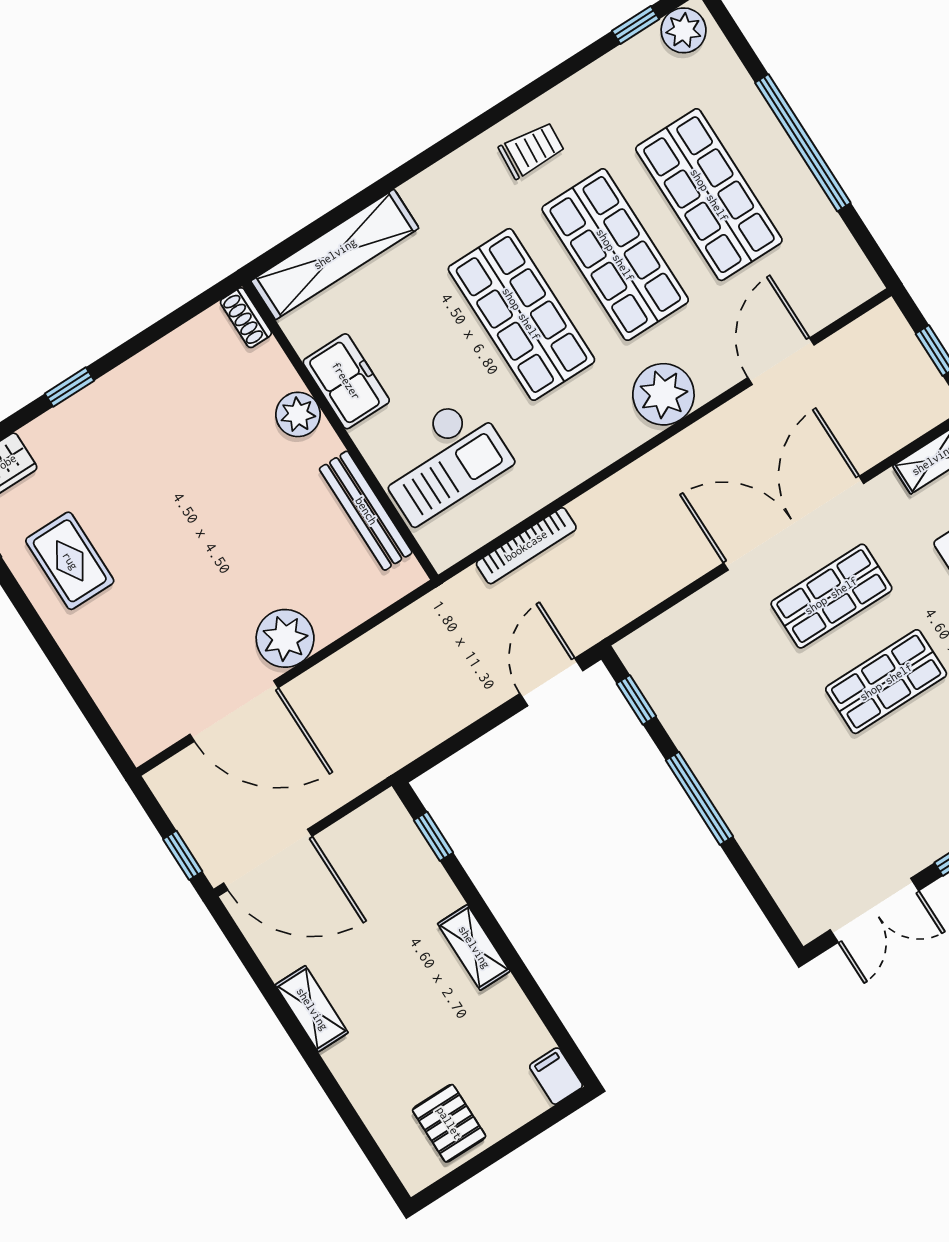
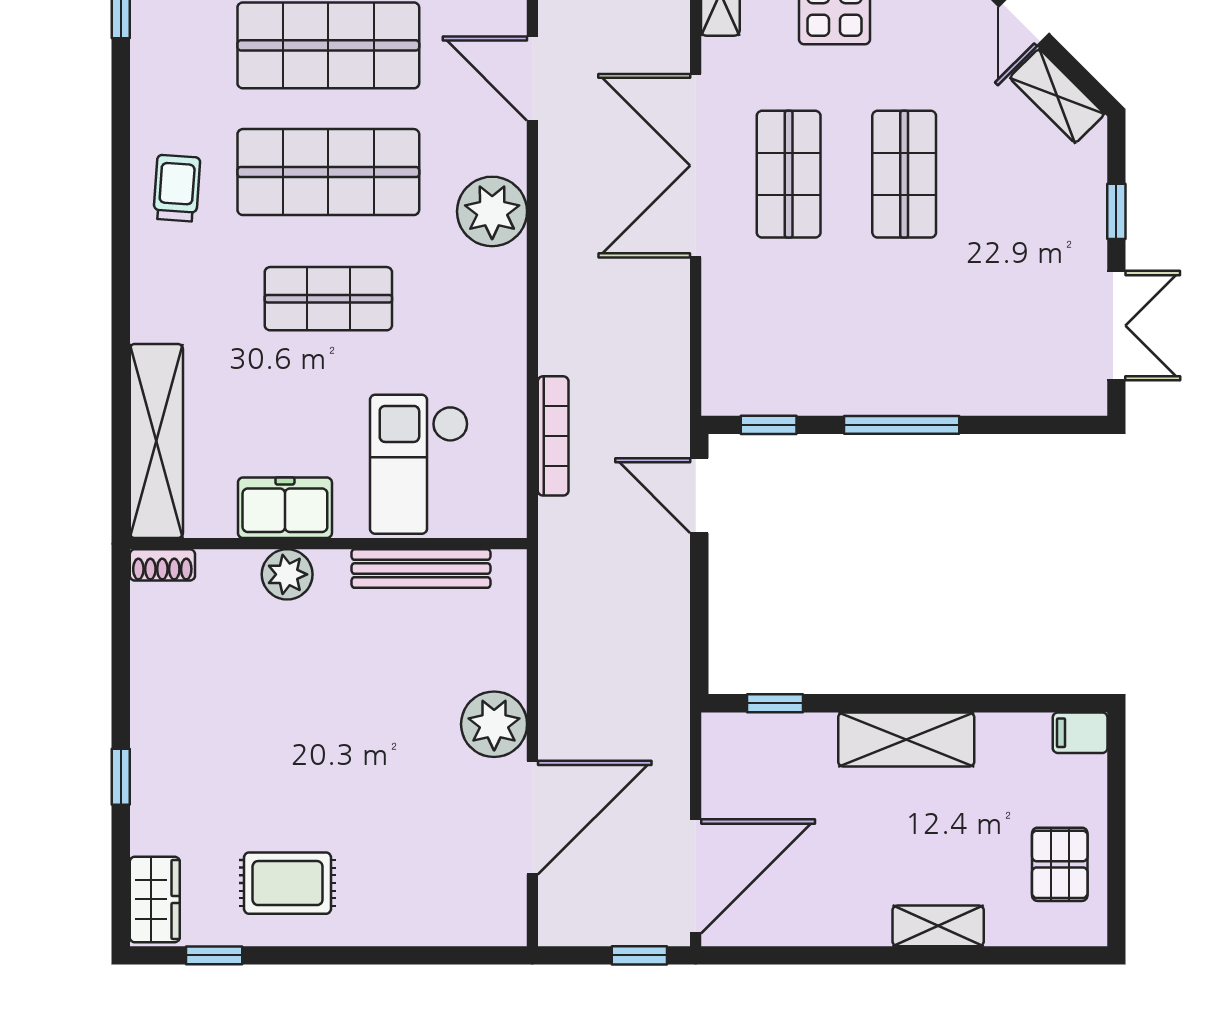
shop shelf: (521, 314) -> (328, 299), width x0.70, depth x0.74
checkout: (442, 460) -> (419, 464), turned 180
shelving: (474, 947) -> (906, 740), width x1.50, depth x1.33
shelving: (312, 1009) -> (938, 926), moved
pallet: (449, 1123) -> (1060, 864), turned 90

